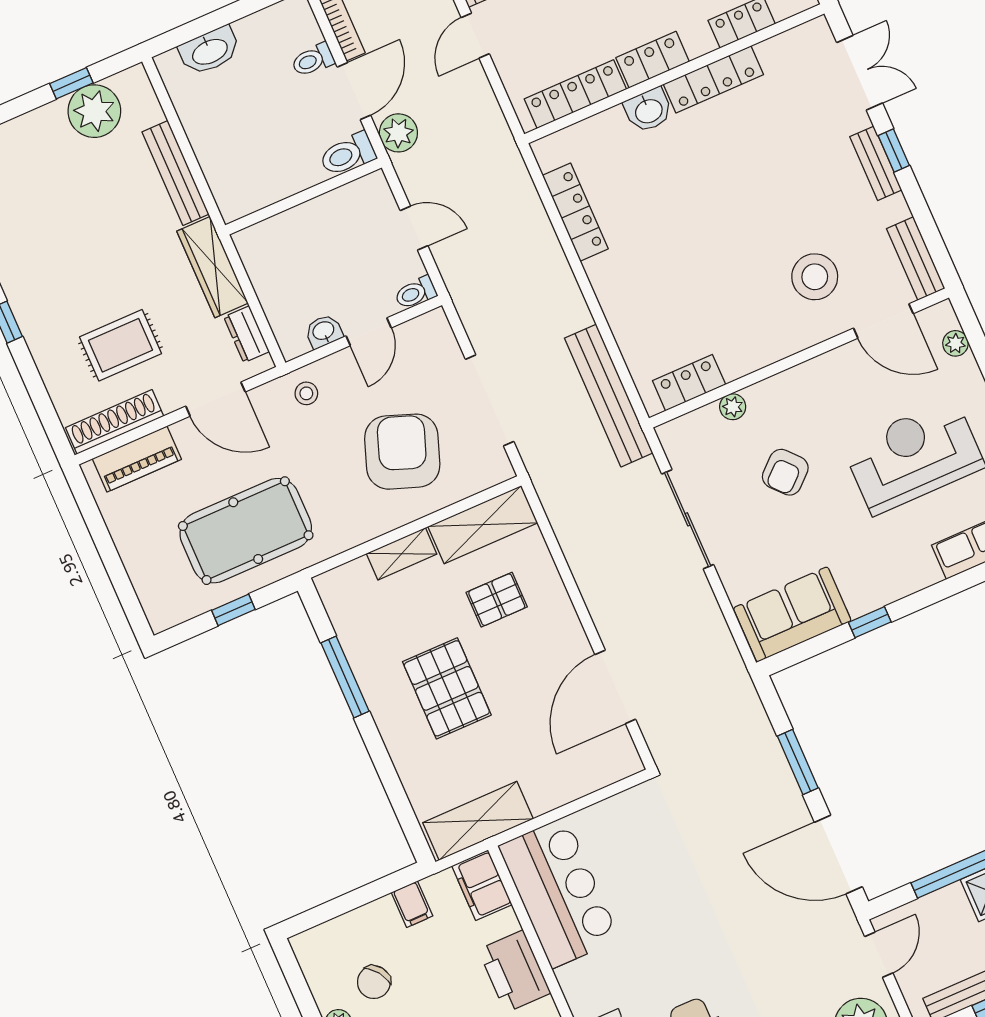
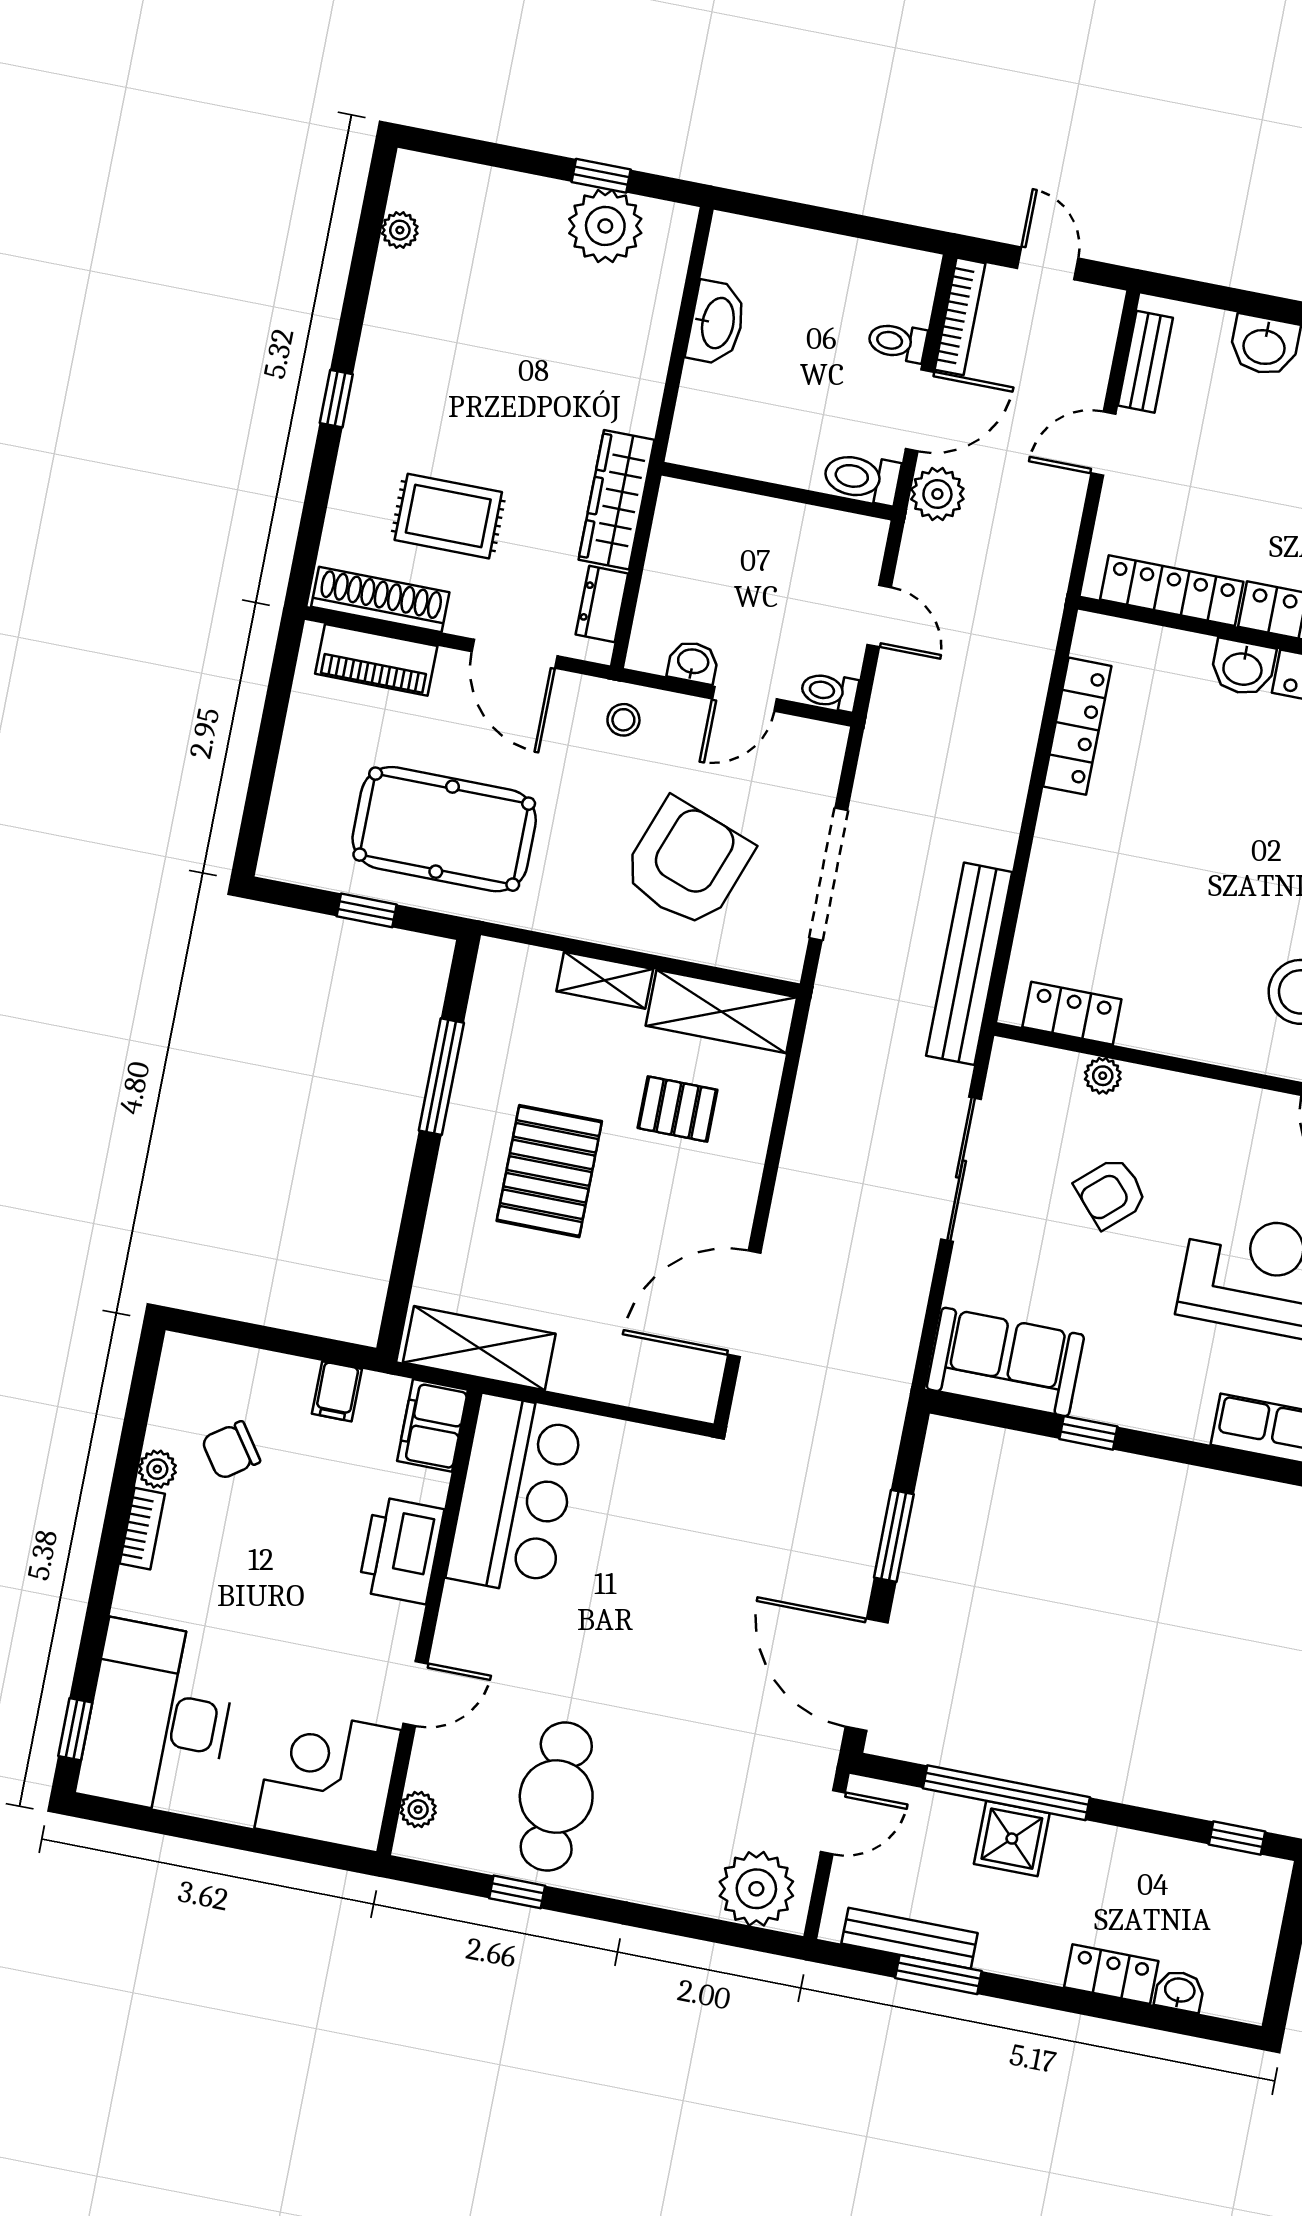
washbasin: (209, 51) -> (716, 323), moved, turned -90
bench: (175, 173) -> (649, 362), removed

